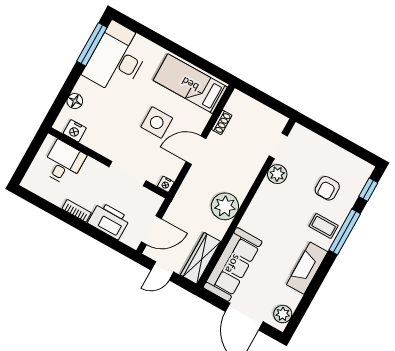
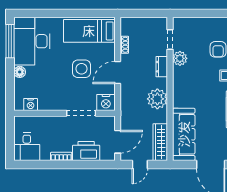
floor lamp: (75, 101) -> (20, 72), moved
desk: (63, 163) -> (27, 147), moved, turned 180
dresser: (251, 172) -> (162, 67), added
nightstand: (166, 184) -> (106, 102), width x1.89, depth x1.79

